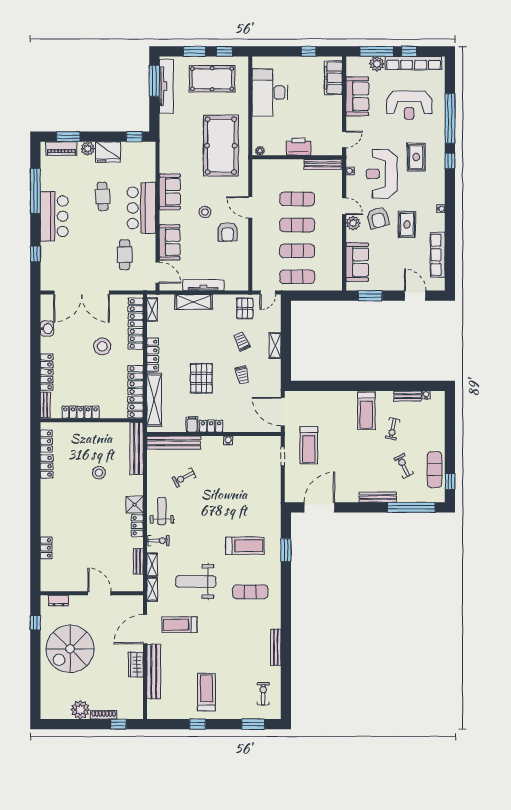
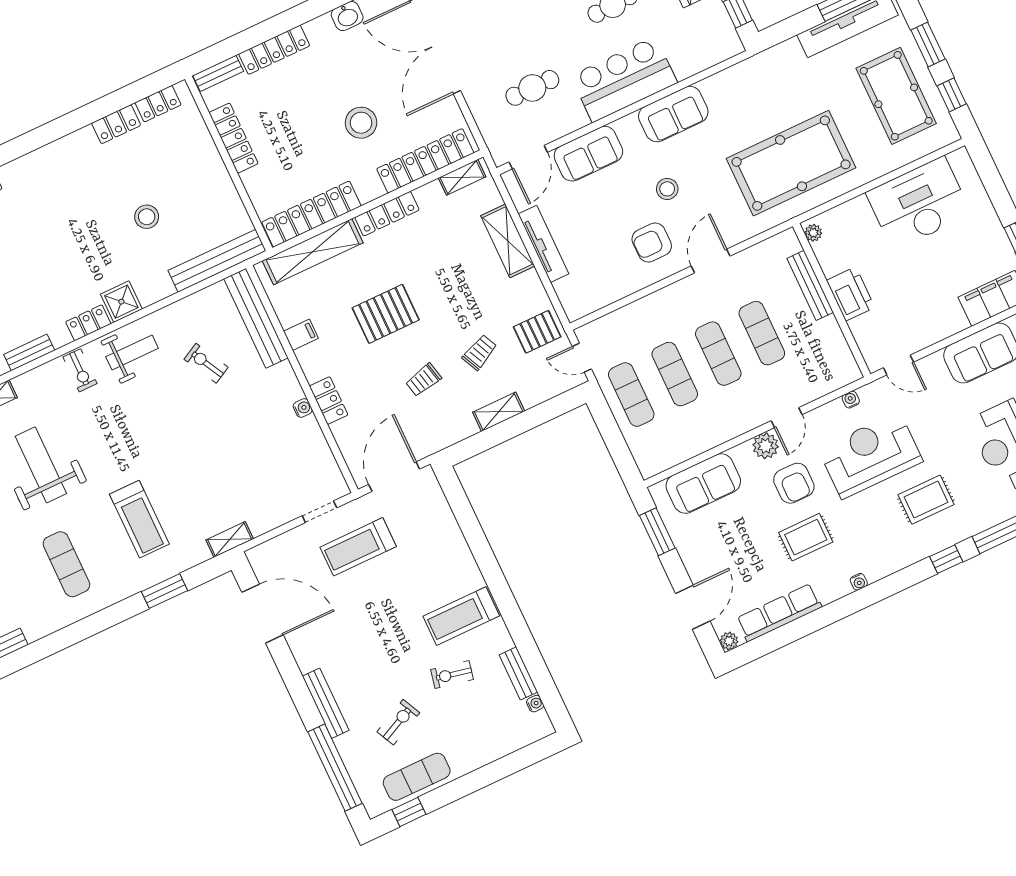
bench: (323, 164) -> (810, 285), moved
armchair: (378, 218) -> (794, 483), turned -76
plant: (440, 286) -> (729, 641), added
locker: (211, 426) -> (329, 401), moved
shelving: (152, 565) -> (230, 539), moved

